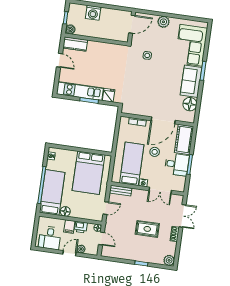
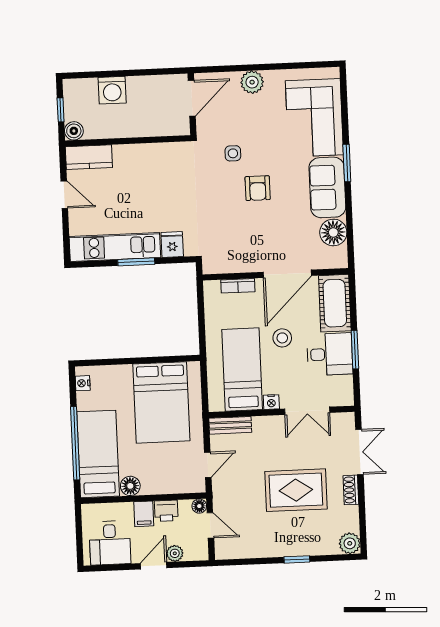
armchair: (156, 75) -> (258, 188), added
rug: (147, 229) -> (296, 490), width x1.36, depth x1.43

